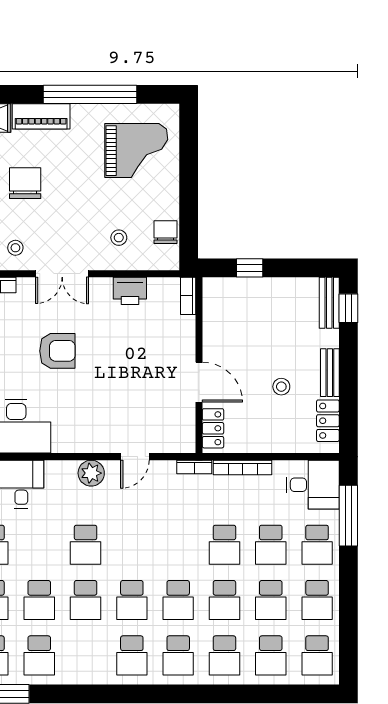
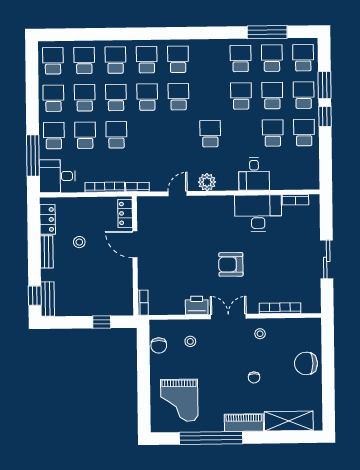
grand piano: (136, 151) -> (179, 400), turned -90
chair: (25, 183) -> (254, 377), width x0.54, depth x0.54
printer: (130, 291) -> (197, 305), moved
school desk: (86, 600) -> (210, 96), removed

